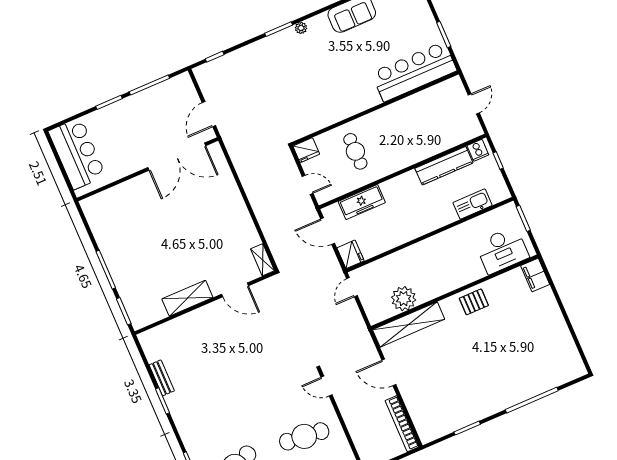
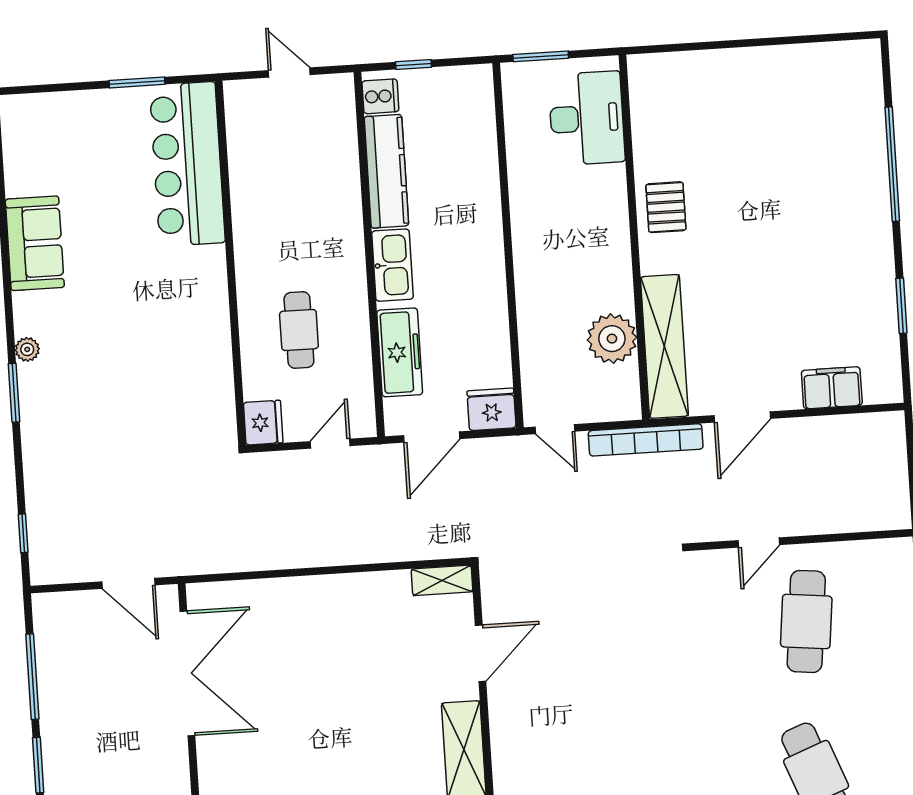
cafe table: (355, 151) -> (299, 330), turned 90
kitchen sink: (473, 204) -> (392, 265), moved, turned 180
filing cabinet: (535, 275) -> (832, 388), moved, turned 180
door: (327, 386) -> (759, 543), moved
bookcase: (402, 424) -> (646, 440), moved

